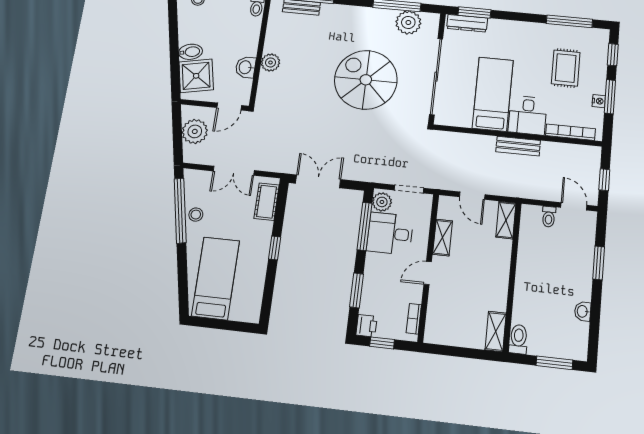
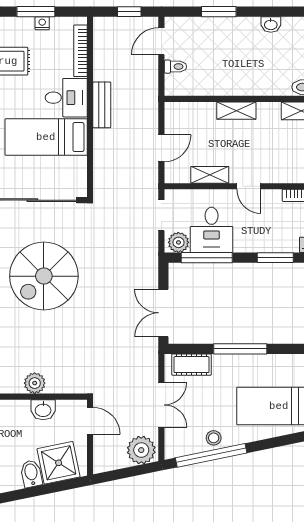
plant: (195, 131) -> (141, 450), moved
shelving: (506, 220) -> (236, 111), moved
window: (275, 248) -> (240, 349), width x2.17

